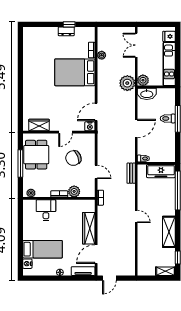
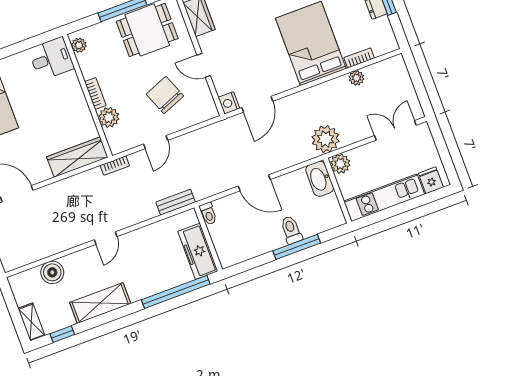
door: (96, 112) -> (257, 104), swing flipped
desk: (46, 210) -> (51, 59), moved
wardrobe: (89, 228) -> (77, 157), moved
boiler: (144, 251) -> (52, 272), added

